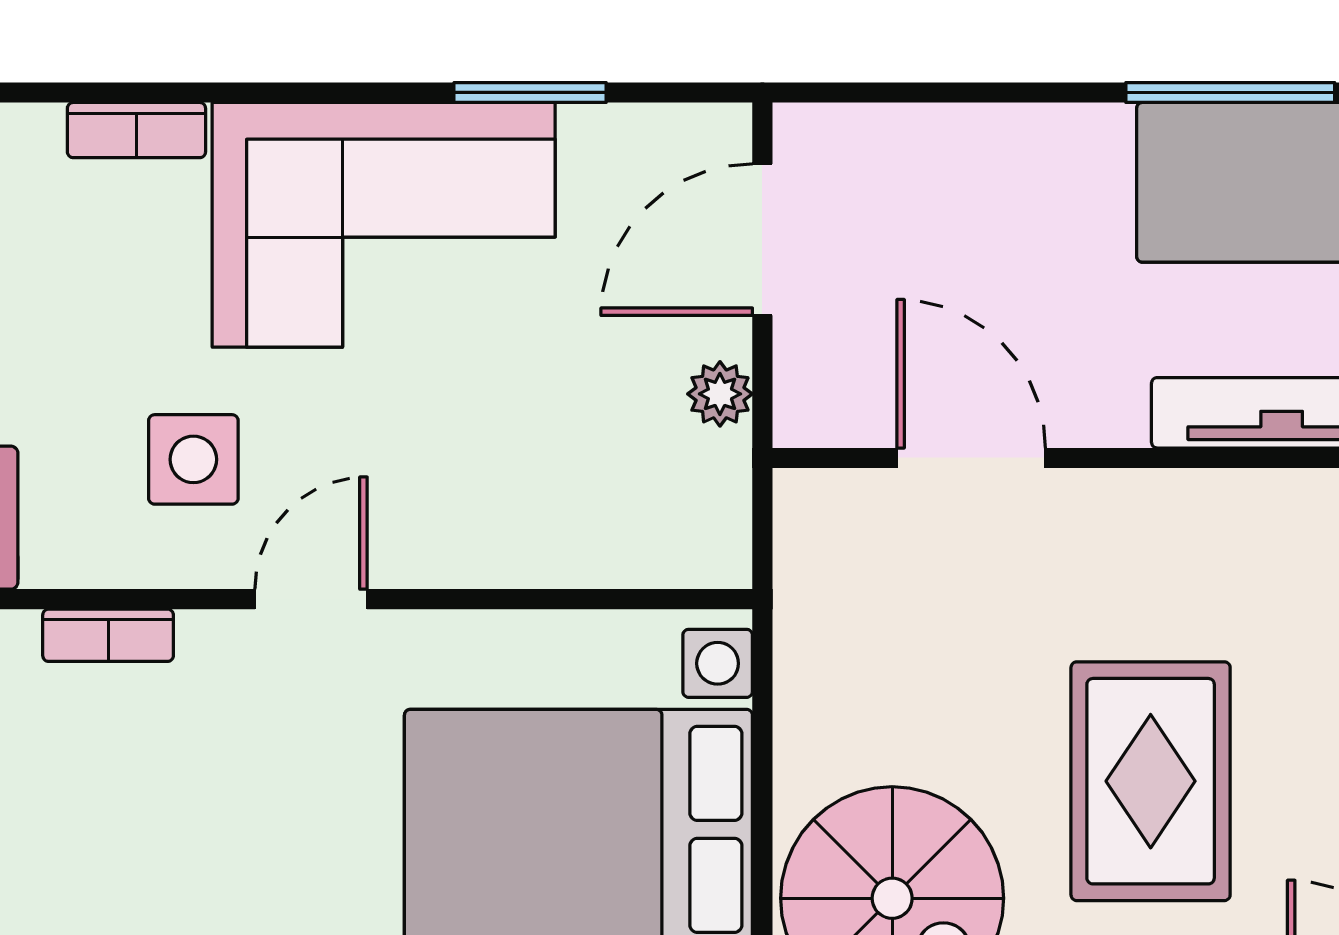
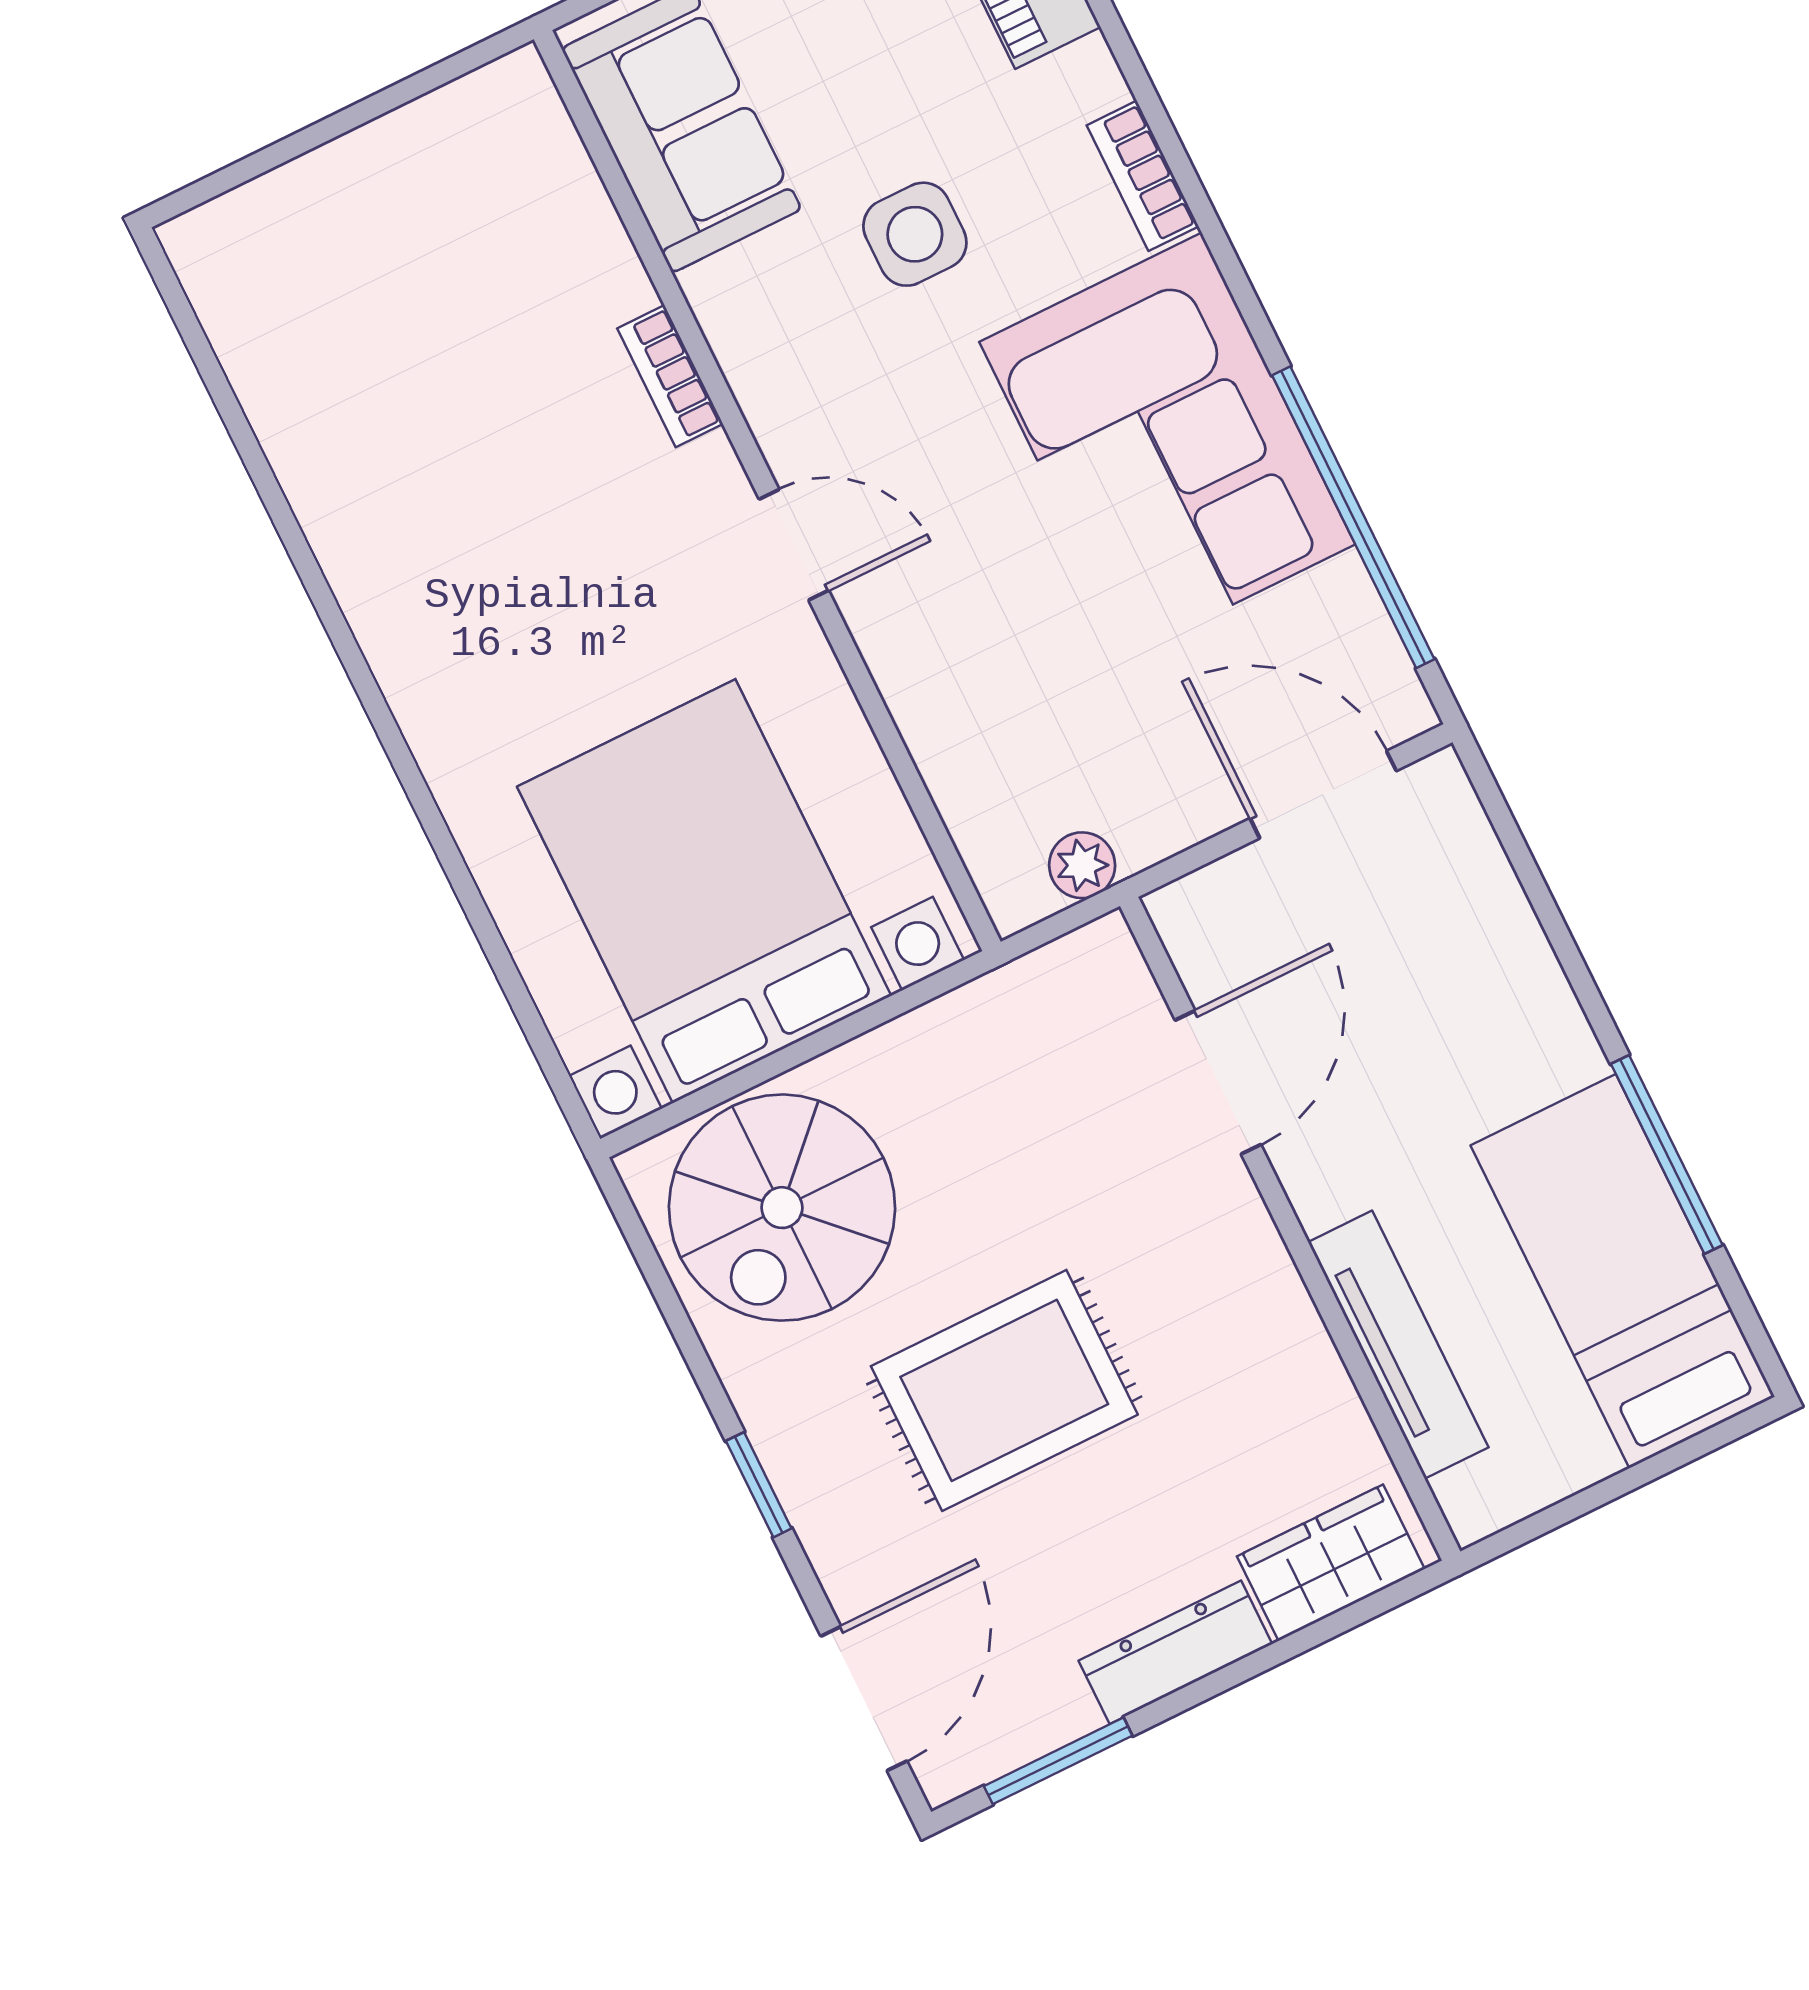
window: (530, 92) -> (1353, 517), width x2.11
plant: (720, 394) -> (1082, 865), moved
side table: (193, 459) -> (915, 234), moved

